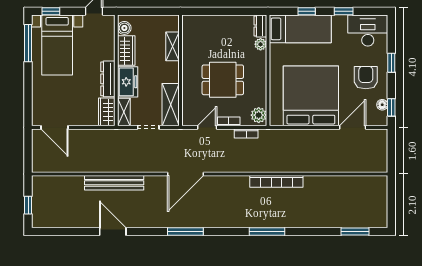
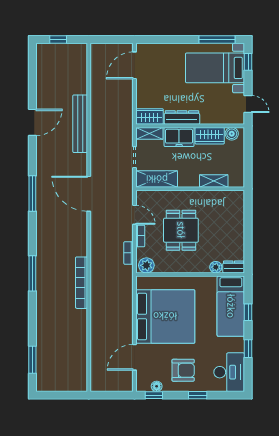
door: (353, 127) -> (134, 357), swing flipped

